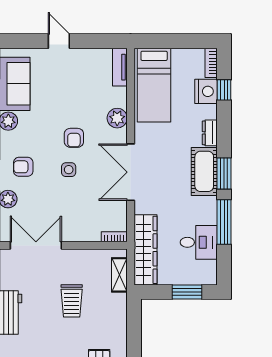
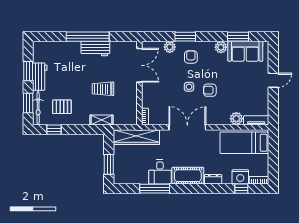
plant: (117, 118) -> (236, 119), moved
window: (224, 174) -> (186, 189), removed
desk: (199, 242) -> (160, 172), moved
shelving: (119, 275) -> (102, 120), moved

